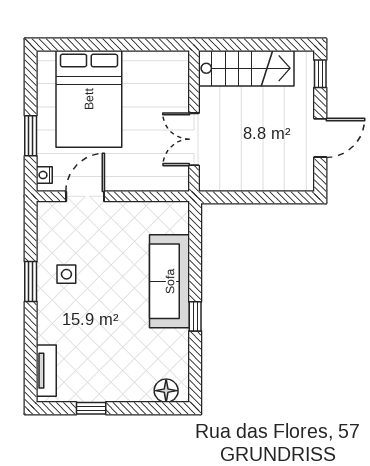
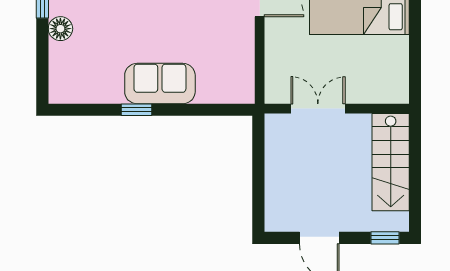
sofa: (170, 281) -> (160, 84), width x0.73
floor lamp: (166, 391) -> (60, 29), moved

